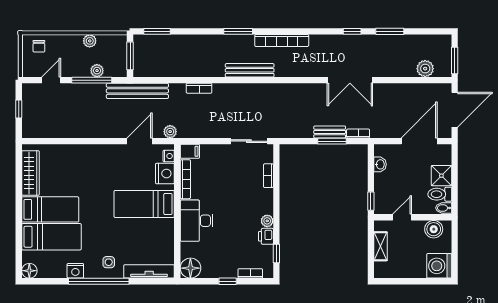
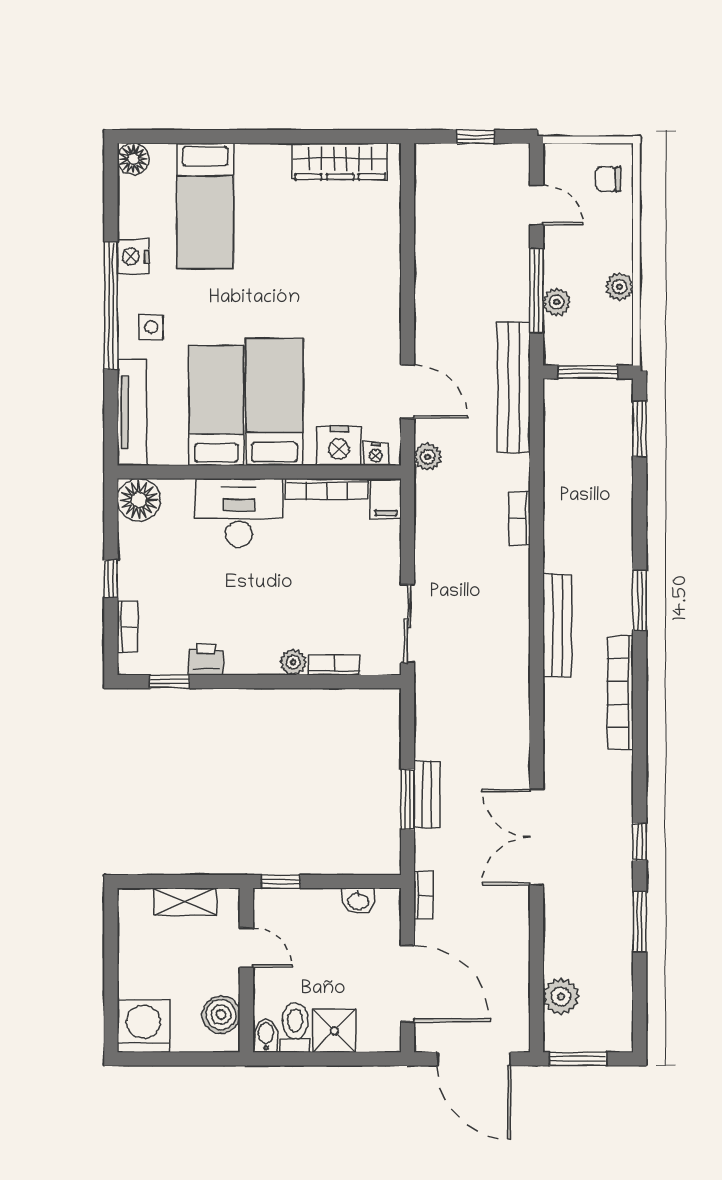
bookcase: (358, 133) -> (424, 895), moved
bed: (50, 209) -> (216, 405), moved, turned 180
plant: (267, 221) -> (293, 662), moved

